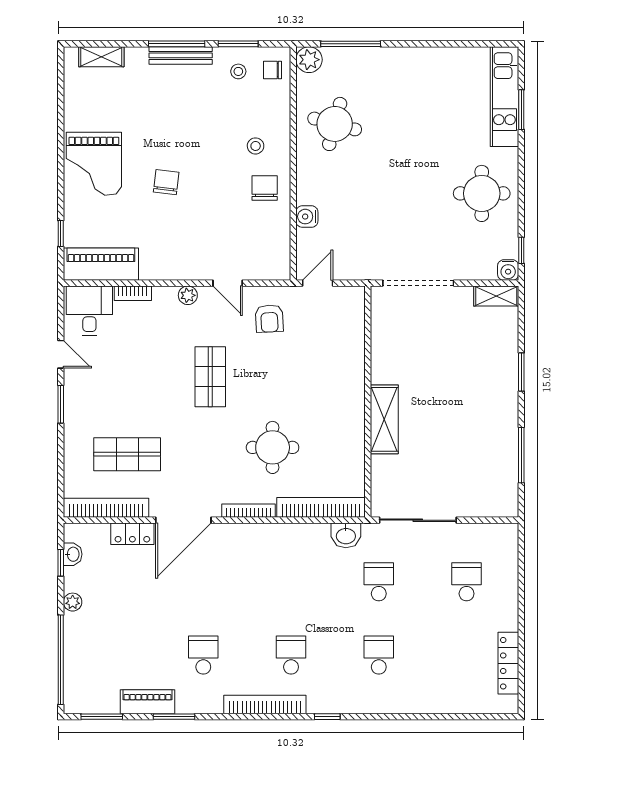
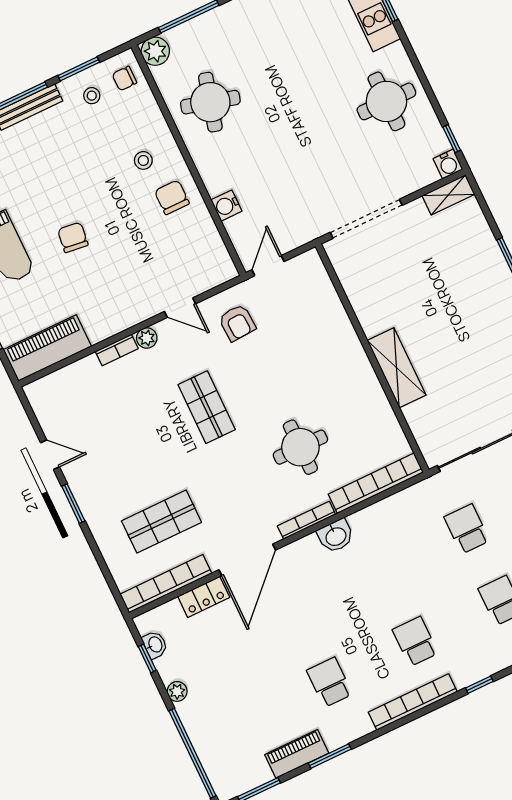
bookcase: (133, 293) -> (117, 350), moved
desk: (89, 311) -> (58, 399), removed
washbasin: (346, 535) -> (336, 536), moved

